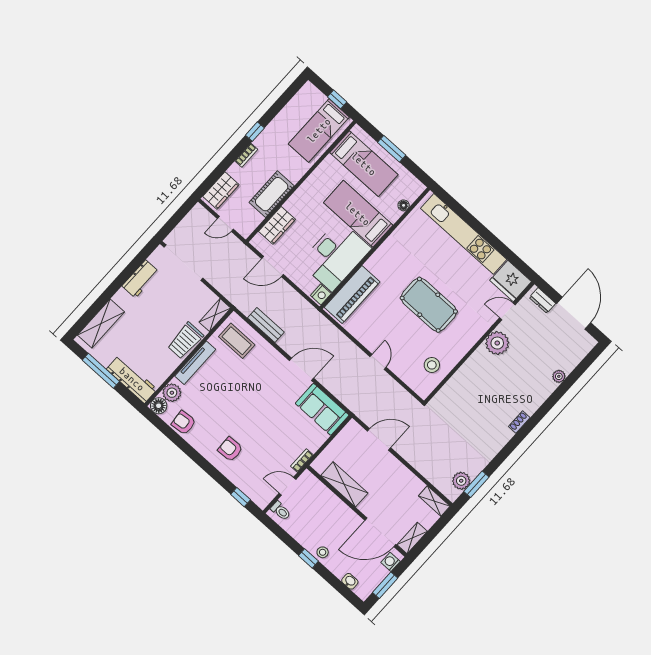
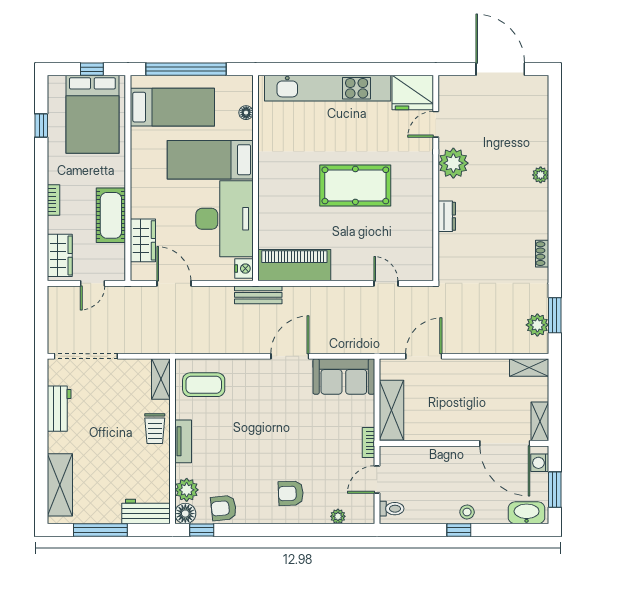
bed: (319, 130) -> (92, 114), width x1.50
window: (255, 131) -> (41, 125), moved
window: (392, 149) -> (186, 69), width x2.11
door: (273, 266) -> (174, 283), swing flipped
piano: (352, 295) -> (294, 265), moved, turned -90
dresser: (542, 300) -> (447, 216), moved, turned -90
bench: (266, 325) -> (258, 295), moved
trolley: (185, 341) -> (155, 429), width x0.73, depth x0.72
door: (378, 362) -> (386, 283), moved
tv unit: (195, 363) -> (183, 441), width x0.71
stool: (432, 365) -> (410, 240), removed
plant: (559, 376) -> (541, 175), moved
workbench: (132, 379) -> (146, 511), width x0.73
shoe rack: (519, 422) -> (542, 254), moved
shelving: (344, 484) -> (391, 410), moved, turned 90
plant: (246, 487) -> (338, 516), added
window: (241, 497) -> (202, 530), moved
door: (380, 532) -> (505, 443), hinge flipped
washbasin: (350, 581) -> (527, 513), width x1.91, depth x1.45

